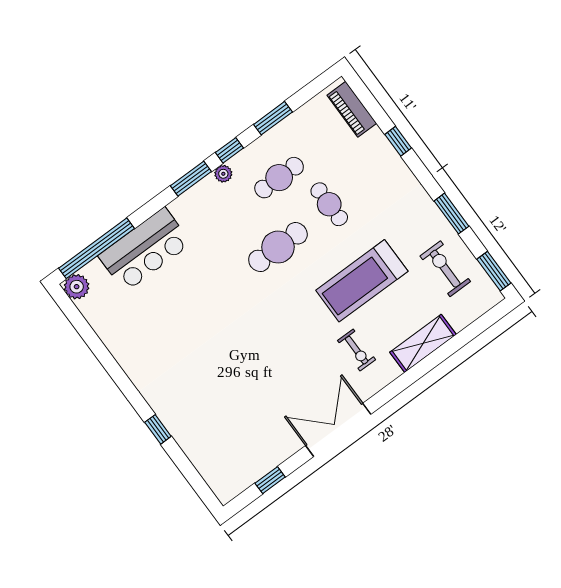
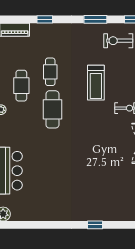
cafe table: (329, 204) -> (50, 72), turned 90
treadmill: (362, 281) -> (96, 83), width x0.73, depth x0.73

